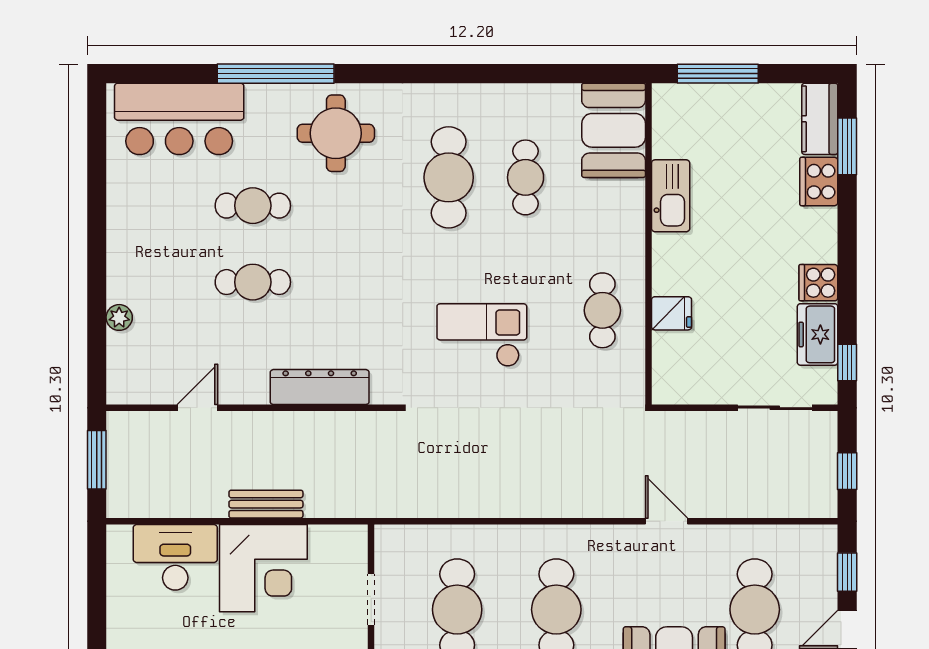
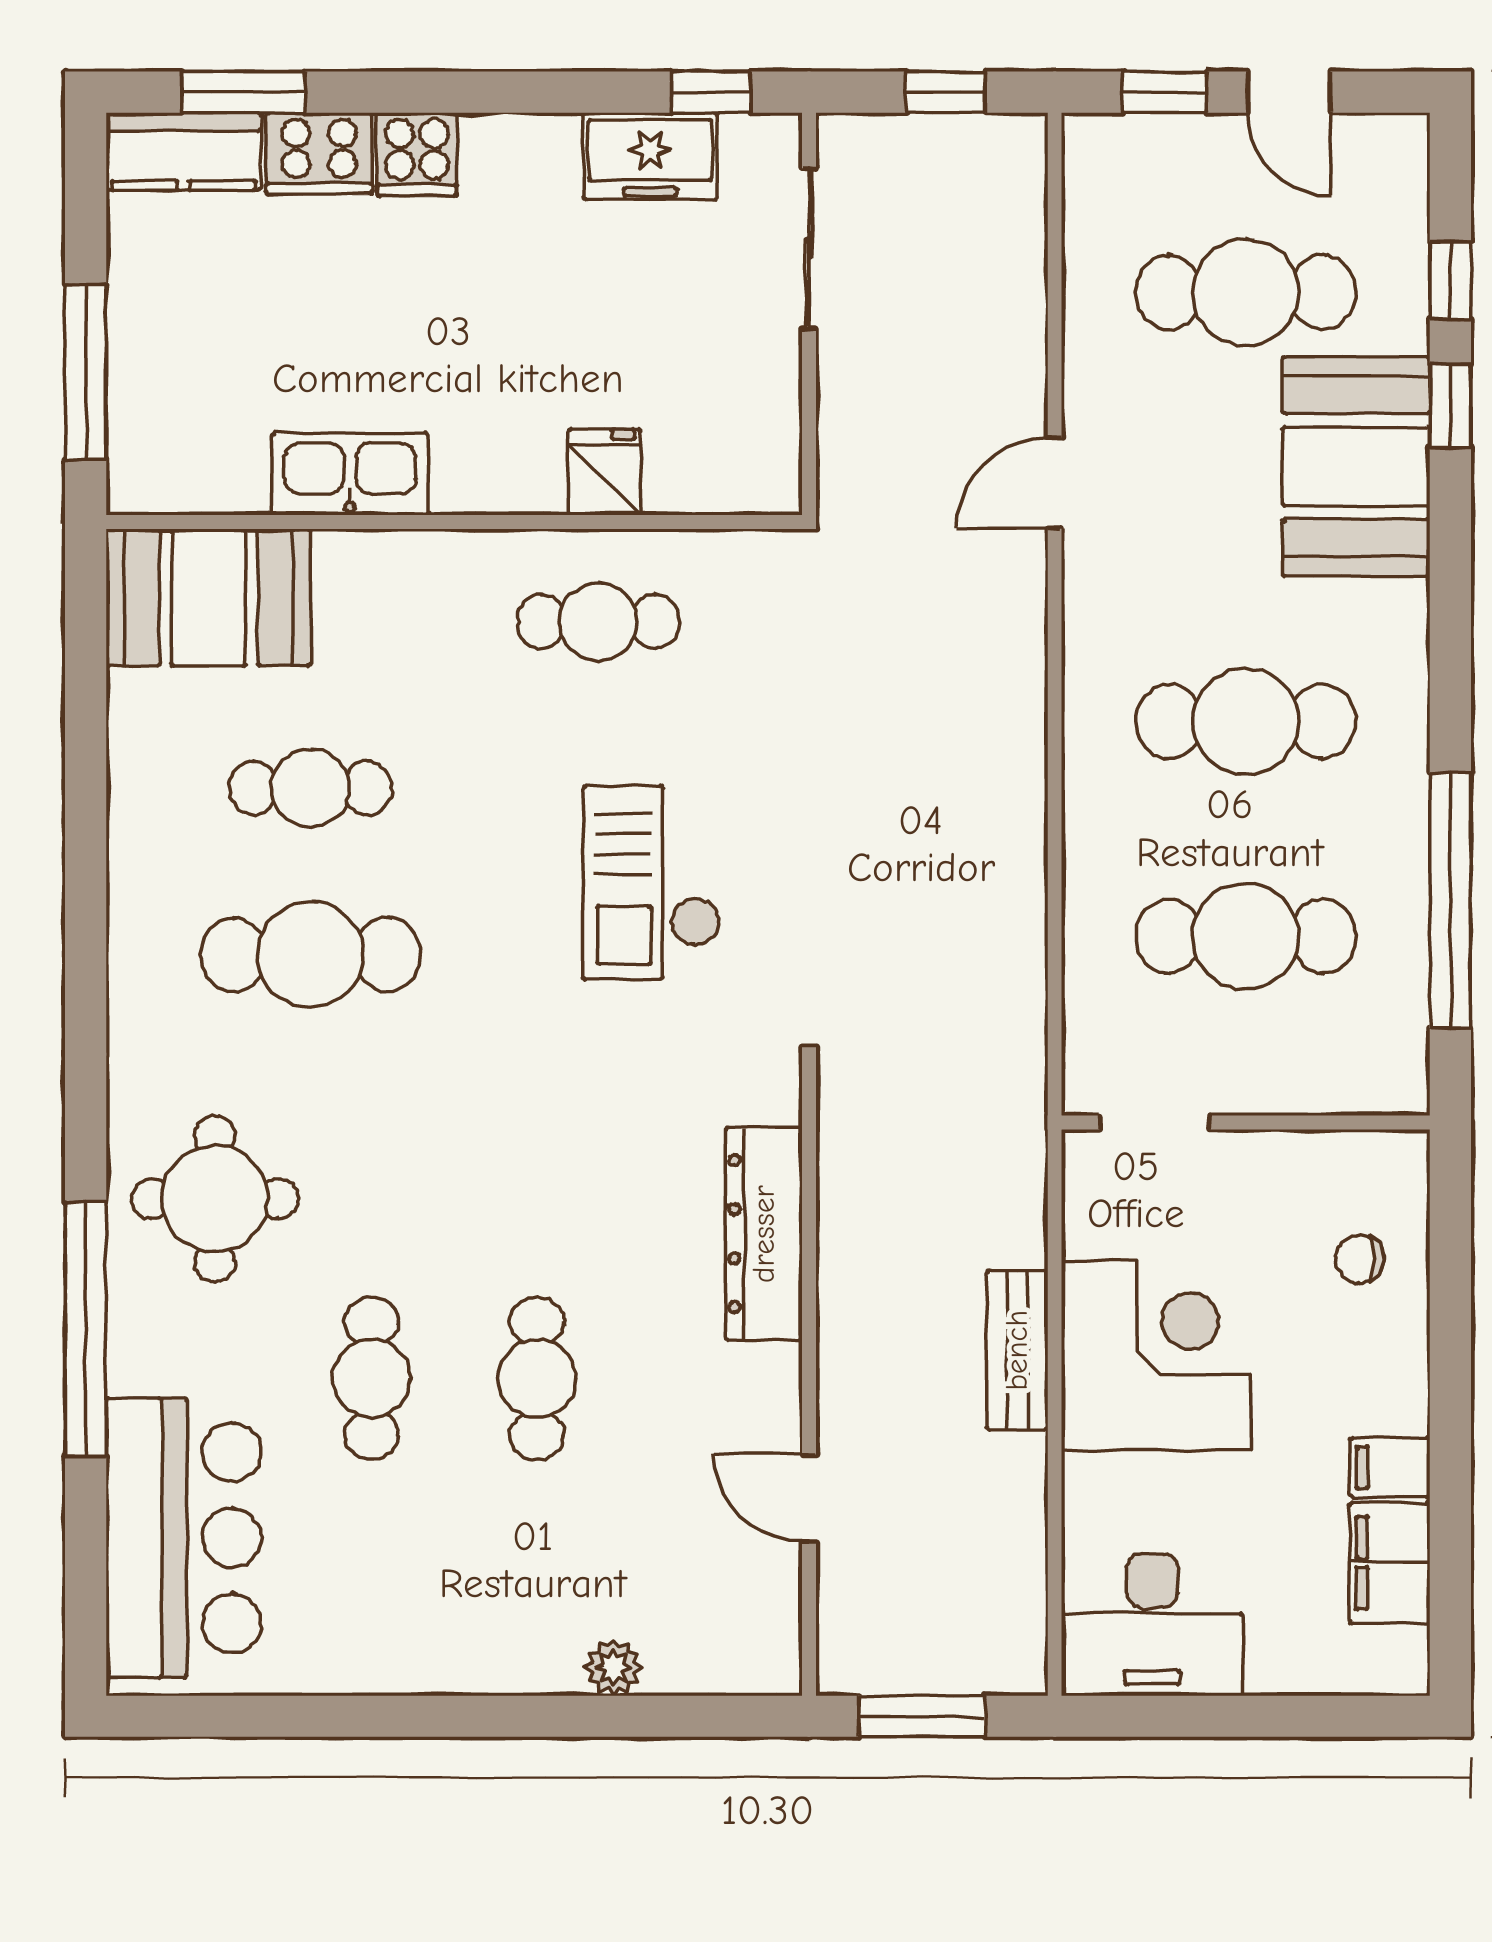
cooker: (818, 283) -> (417, 154), moved
desk: (175, 557) -> (1152, 1625), moved, turned -90
doorway: (371, 599) -> (1155, 1123), moved

